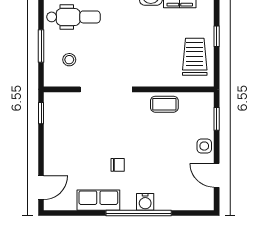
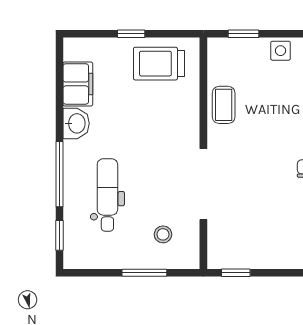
dental chair: (73, 17) -> (107, 195), moved

